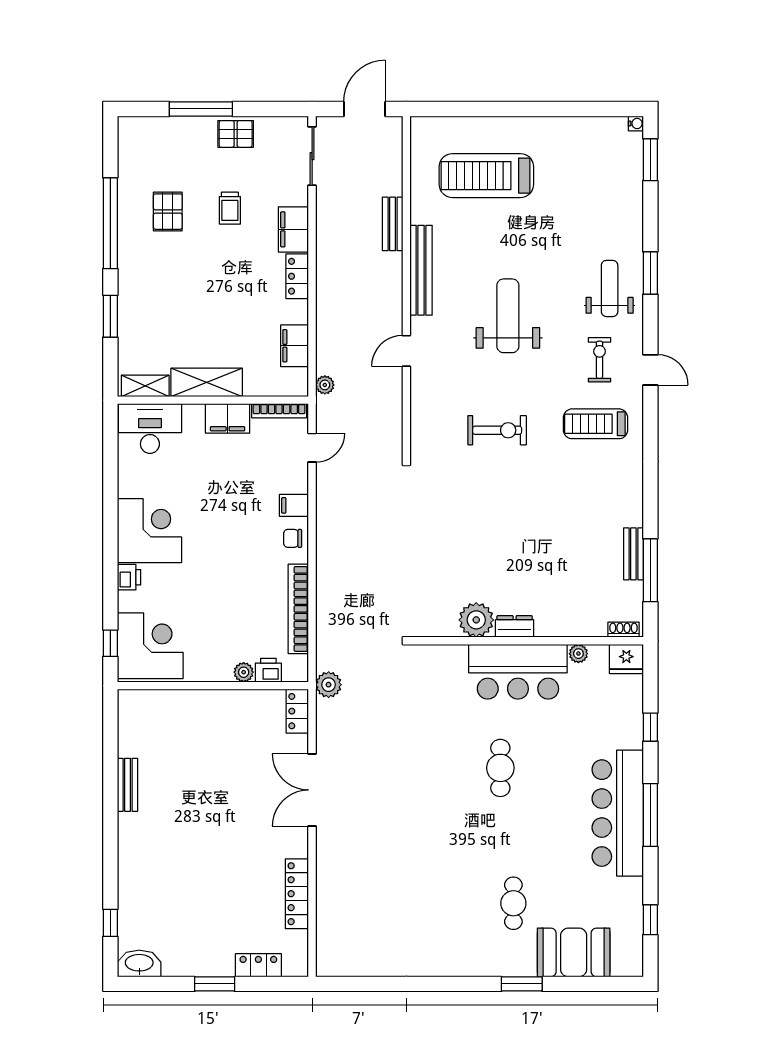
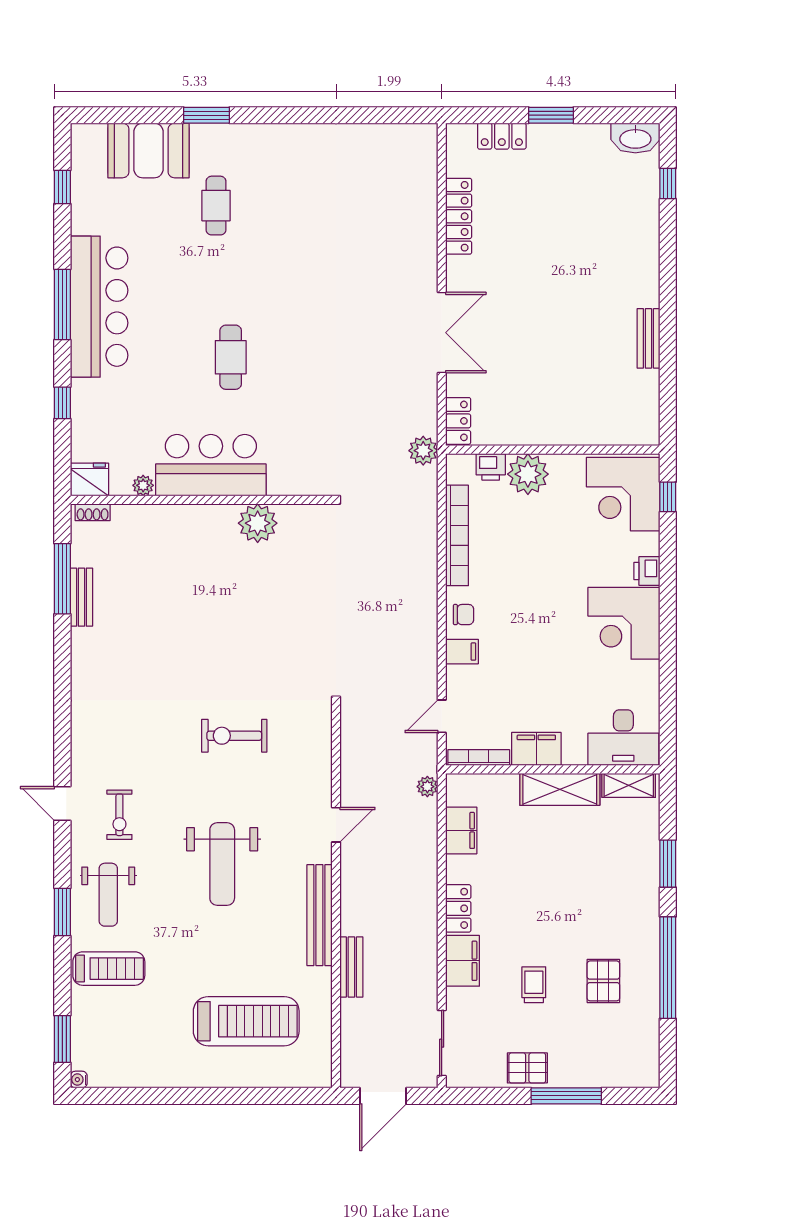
treadmill: (596, 424) -> (109, 969), moved
dresser: (515, 626) -> (215, 516), removed
plant: (244, 672) -> (528, 474), width x1.88, depth x1.88

